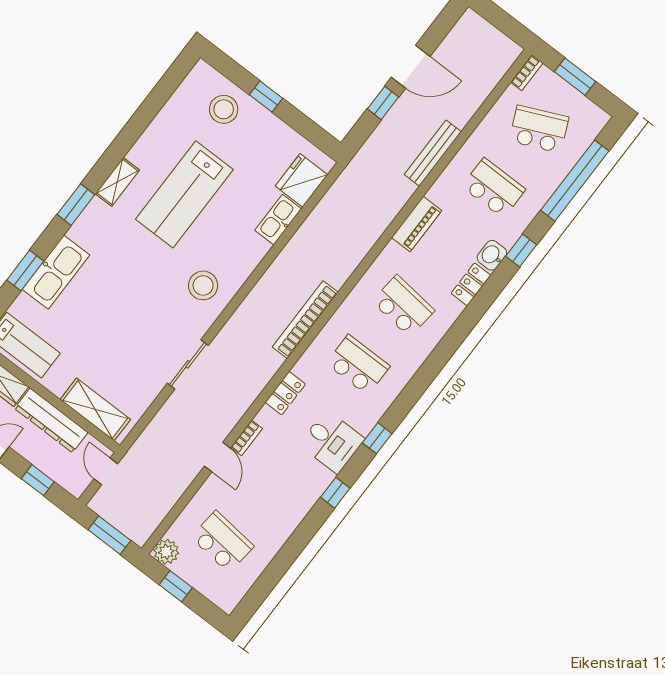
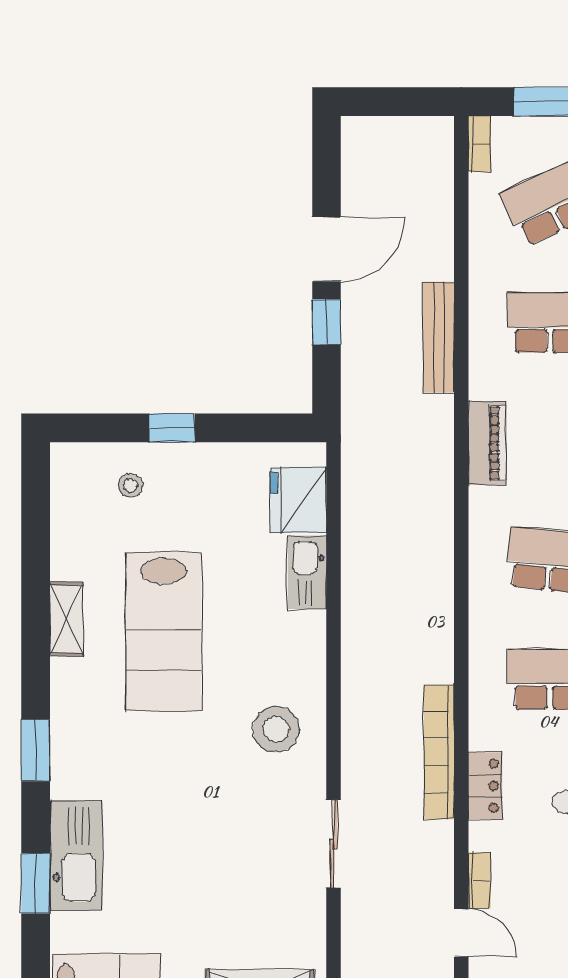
stool: (224, 109) -> (130, 485), width x0.53, depth x0.53
shelving: (117, 182) -> (66, 619), moved
bookcase: (305, 320) -> (439, 752), moved

